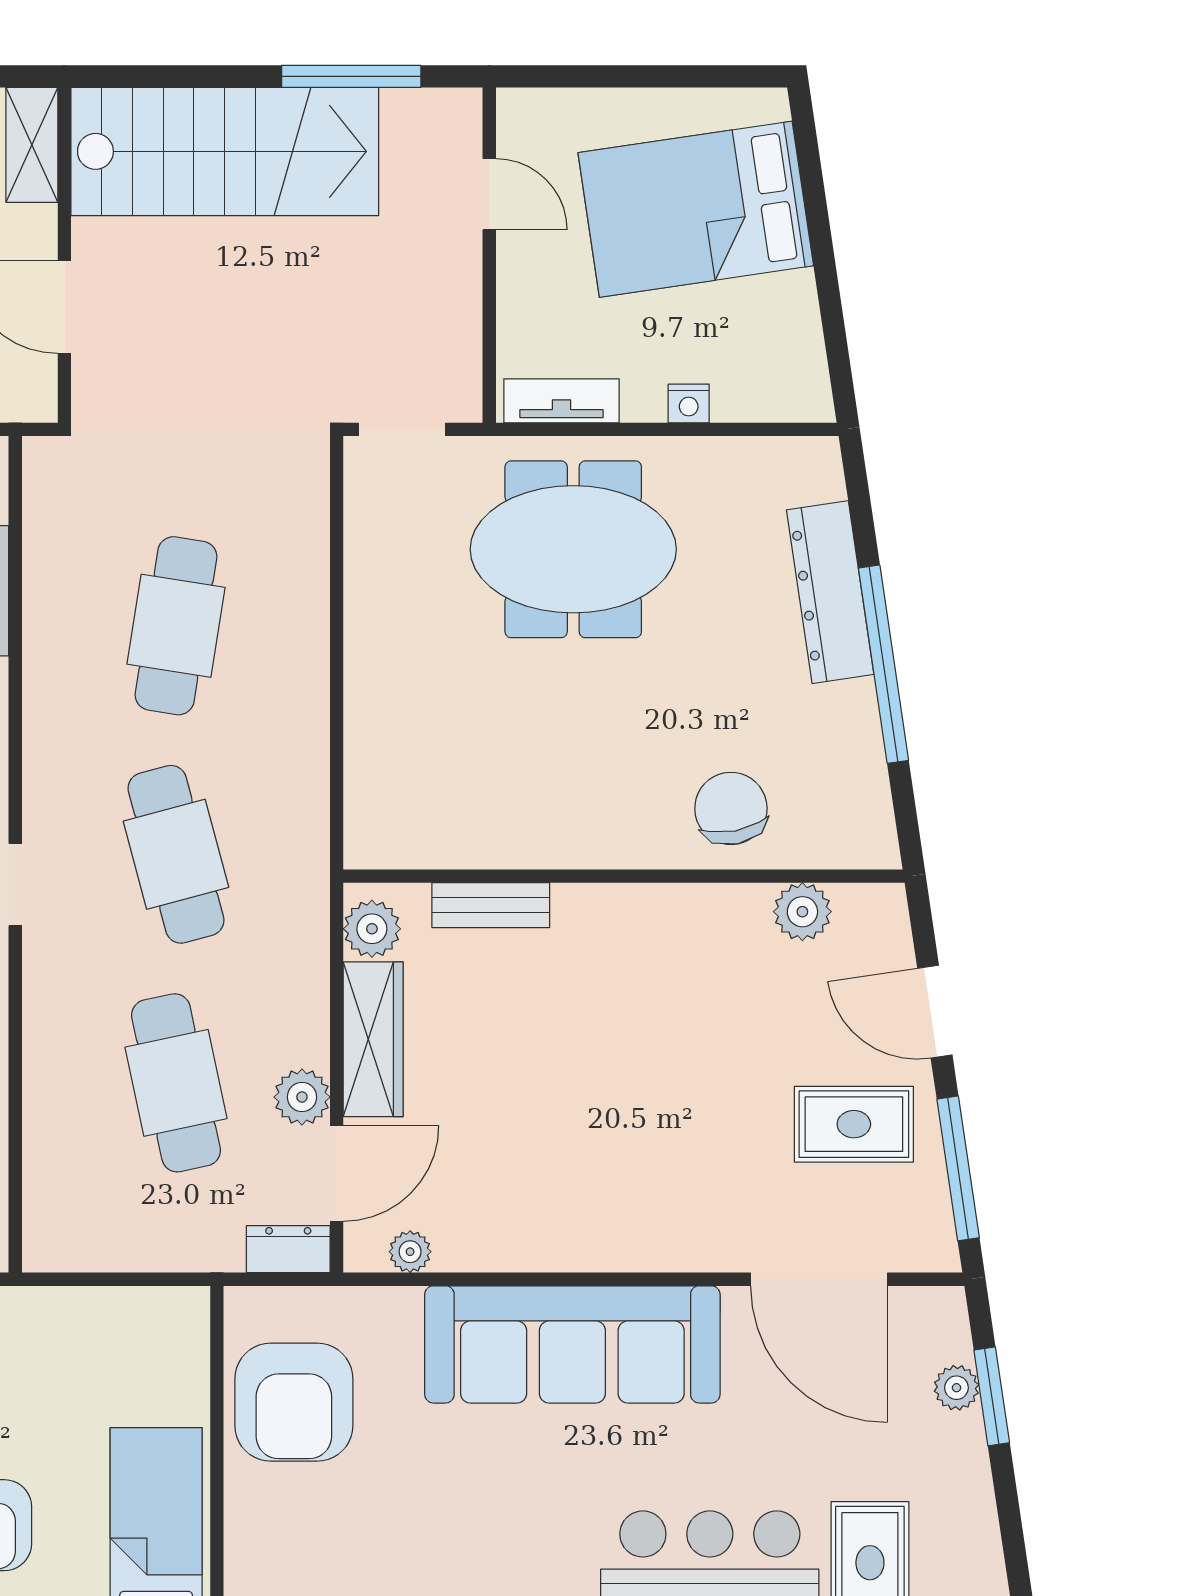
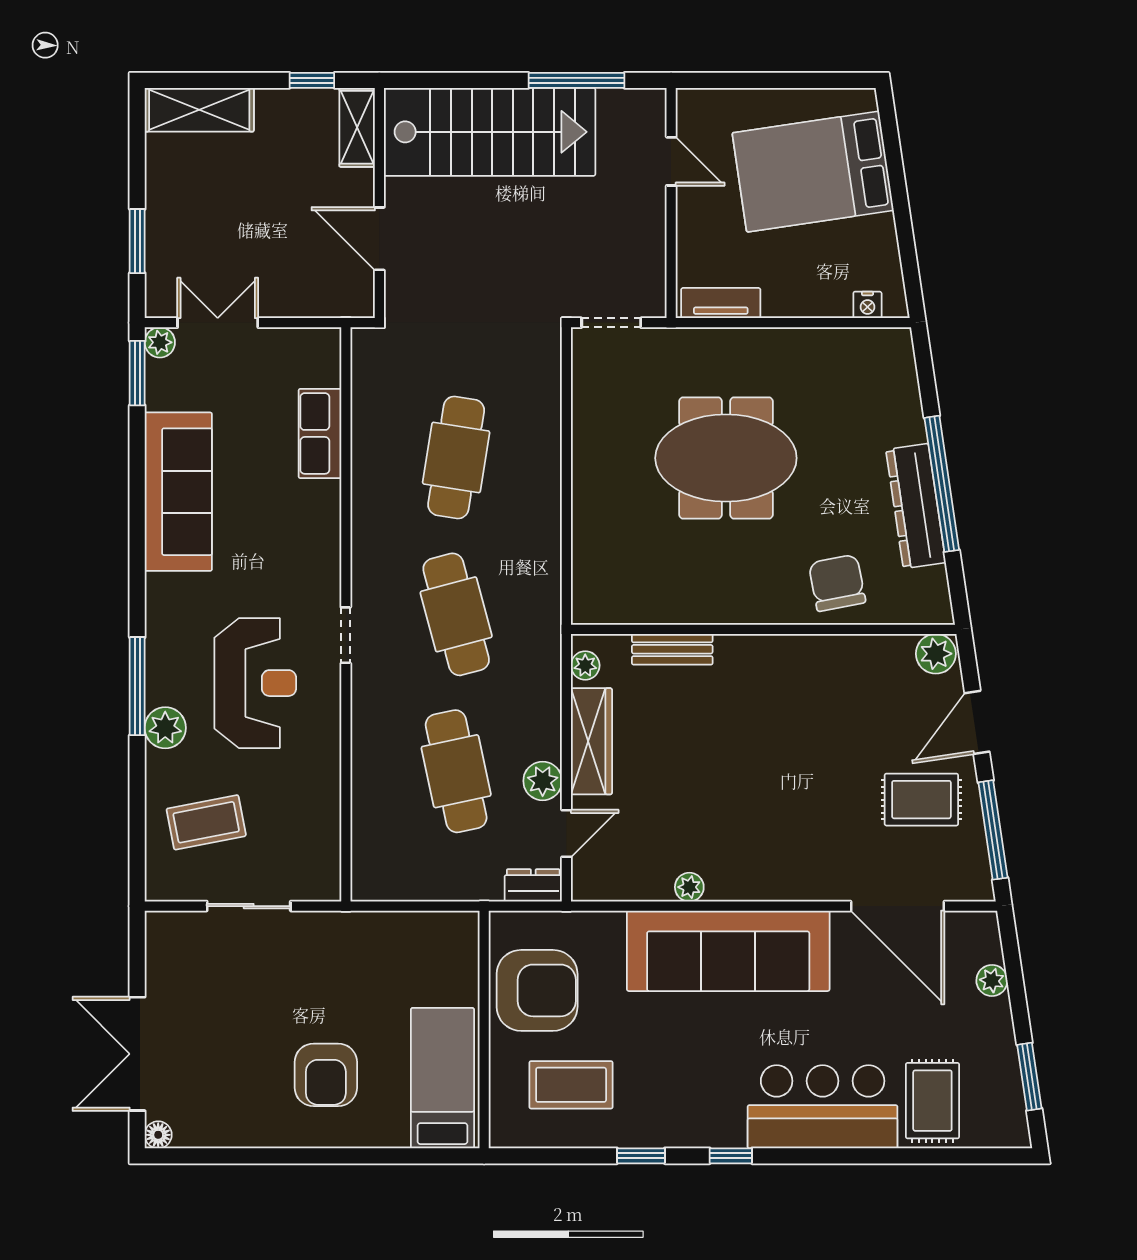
nightstand: (689, 403) -> (867, 305), moved
meeting table: (573, 549) -> (726, 458), moved
dresser: (830, 592) -> (916, 506), moved
plant: (802, 912) -> (936, 654), moved
plant: (372, 929) -> (585, 665), width x0.73, depth x0.73
door: (935, 1012) -> (977, 722), hinge flipped
door: (337, 1174) -> (566, 834), width x0.73
plant: (410, 1252) -> (689, 887), moved
window: (992, 1396) -> (1029, 1077), moved
armchair: (294, 1402) -> (537, 990), turned -90
coffee table: (343, 1540) -> (571, 1085), added

